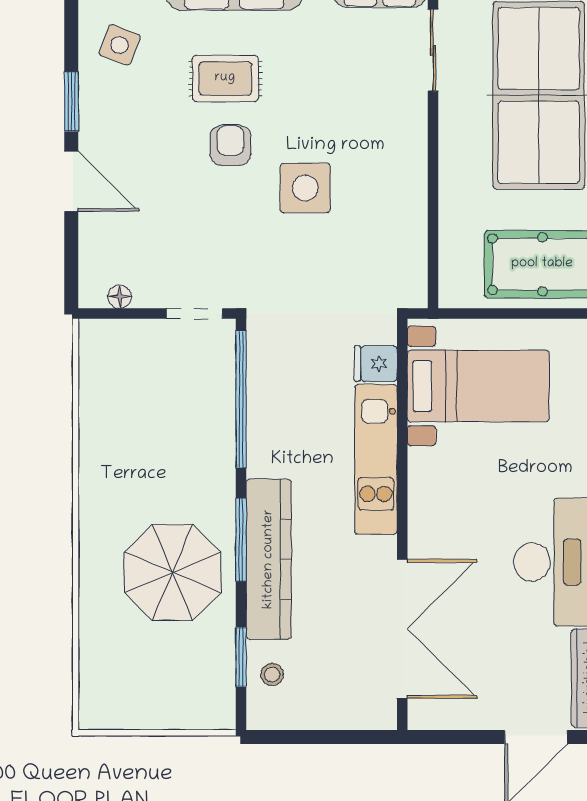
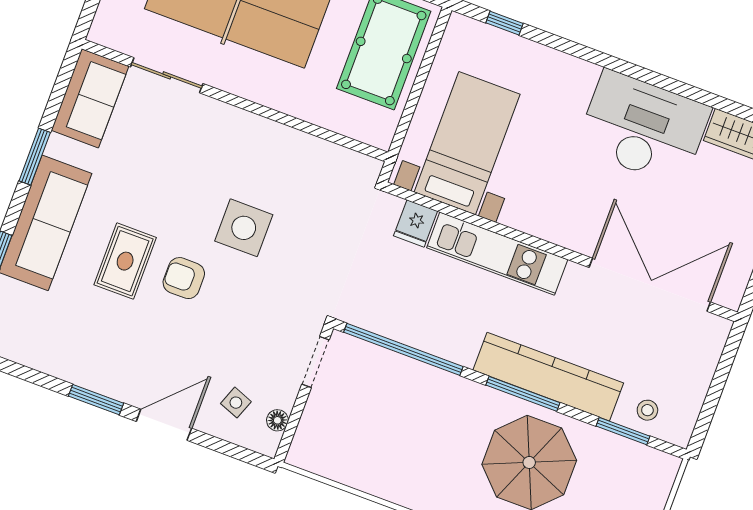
side table: (120, 45) -> (236, 403), moved, width x0.73, depth x0.73

